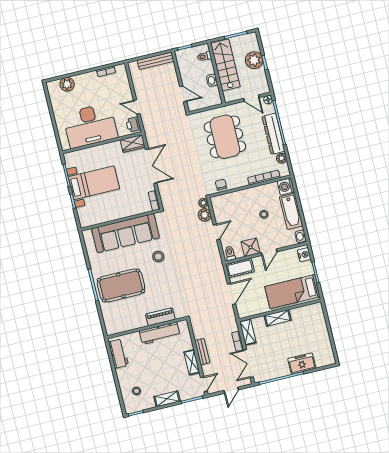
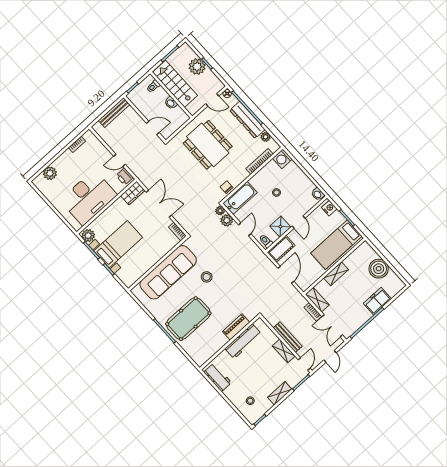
plant: (71, 160) -> (88, 236), added
bathtub: (291, 211) -> (240, 198), moved, turned -90
boiler: (319, 334) -> (379, 269), added
bench: (202, 352) -> (288, 337), width x1.36

